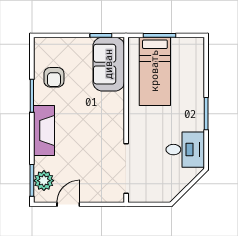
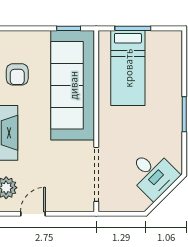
sofa: (109, 64) -> (73, 85), width x1.85, depth x1.27
desk: (185, 150) -> (153, 174), moved, turned 45

